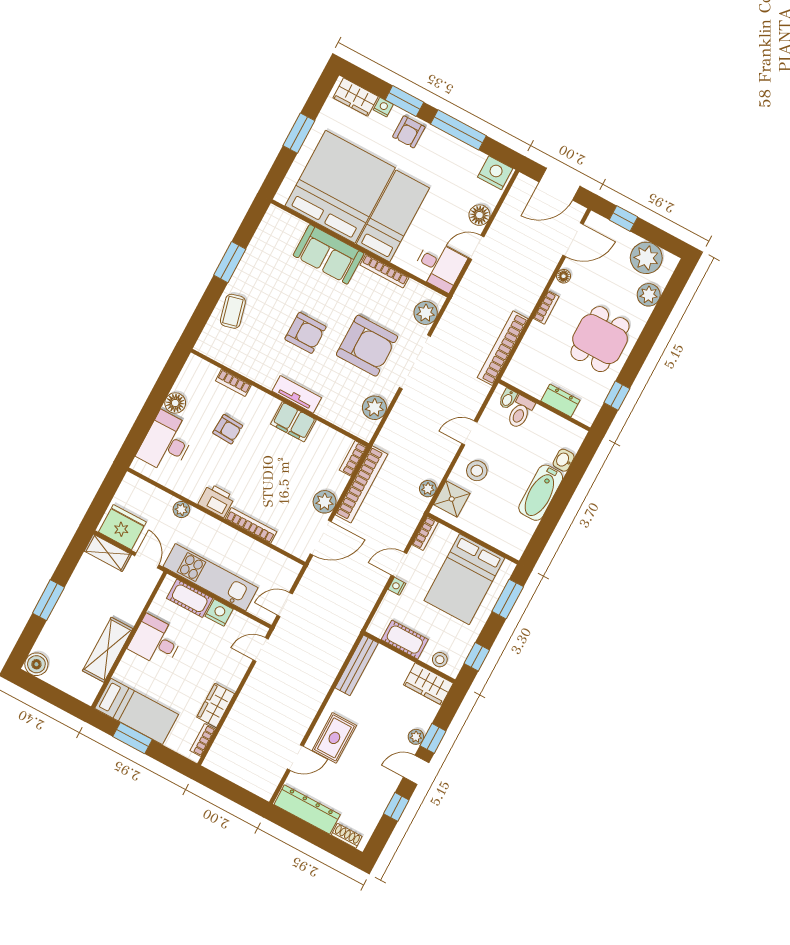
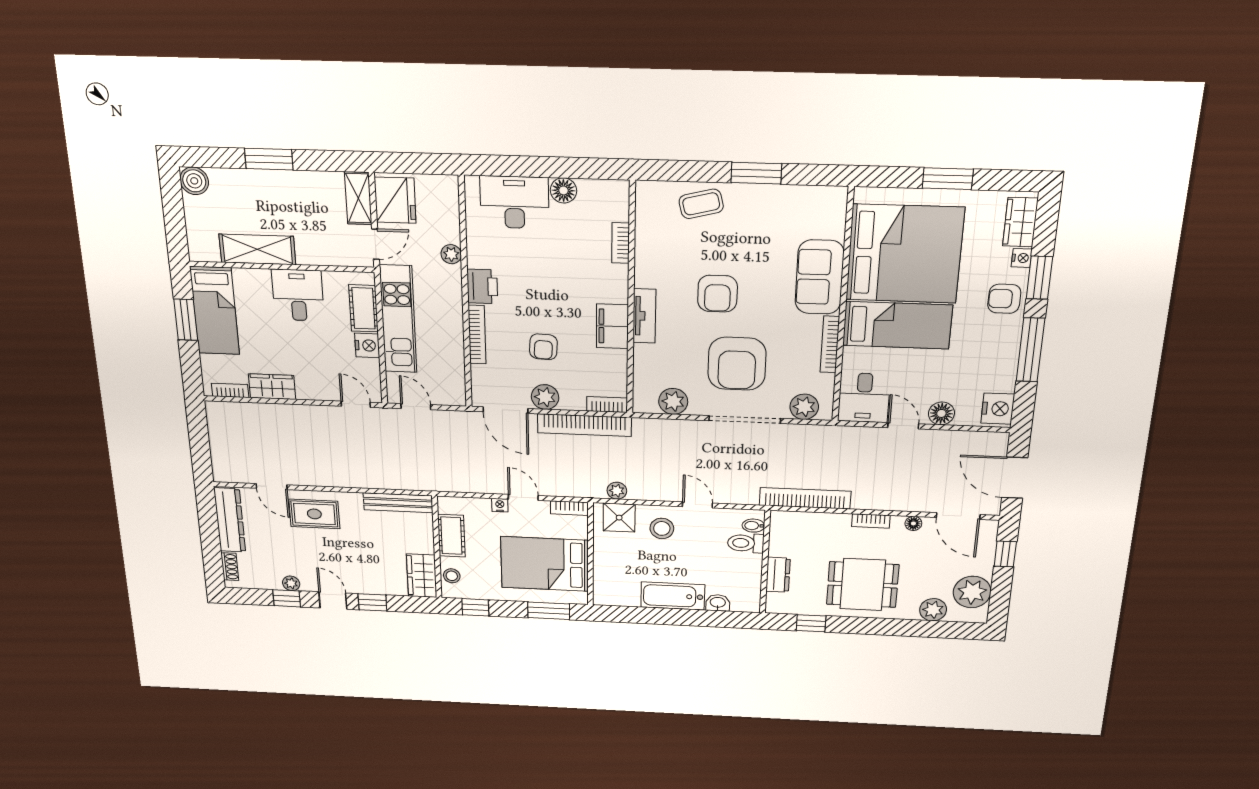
armchair: (228, 429) -> (543, 347), moved
plant: (416, 737) -> (291, 583), moved

